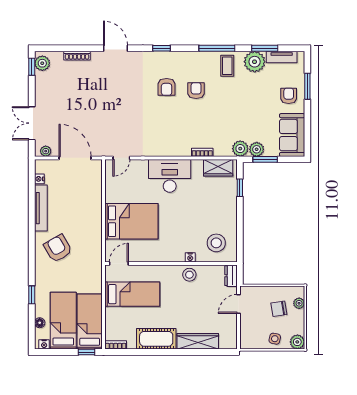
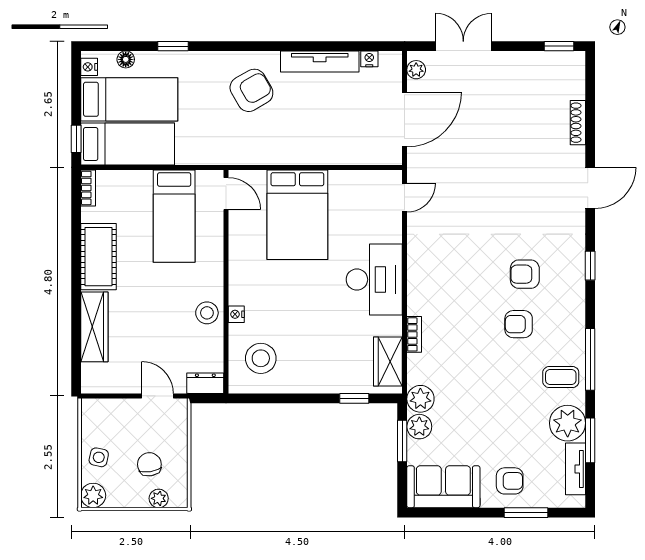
plant: (42, 63) -> (565, 64), removed
armchair: (196, 91) -> (519, 324), turned 180
door: (121, 158) -> (405, 198), swing flipped

